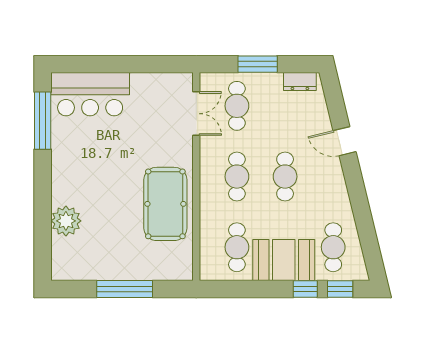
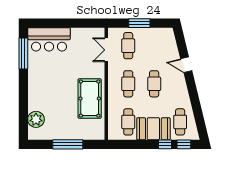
dresser: (300, 81) -> (162, 32), removed
double door: (196, 114) -> (106, 50), swing flipped
plant: (66, 221) -> (36, 119), moved

